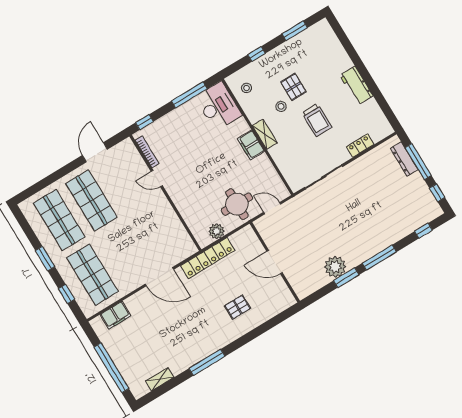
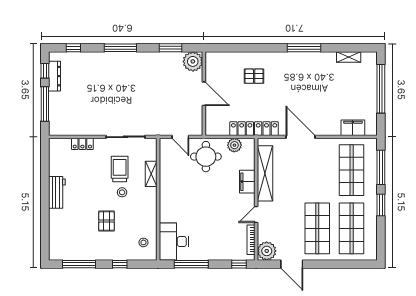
window: (295, 31) -> (79, 264), width x1.44
stool: (281, 106) -> (122, 192), moved
trolley: (317, 120) -> (120, 169), moved
shelving: (265, 134) -> (151, 174), moved
filing cabinet: (251, 145) -> (247, 182), moved, turned 180
plant: (126, 150) -> (267, 251), added
door: (95, 152) -> (292, 264), hinge flipped
dresser: (404, 159) -> (55, 76), moved
door: (157, 179) -> (256, 214), swing flipped
shelving: (172, 222) -> (265, 173), added
plant: (335, 267) -> (193, 61), moved
window: (346, 278) -> (170, 48), moved
window: (67, 294) -> (381, 167), width x2.17

